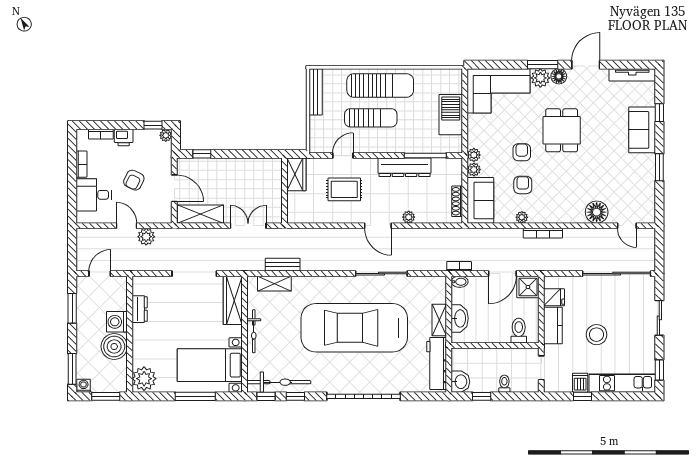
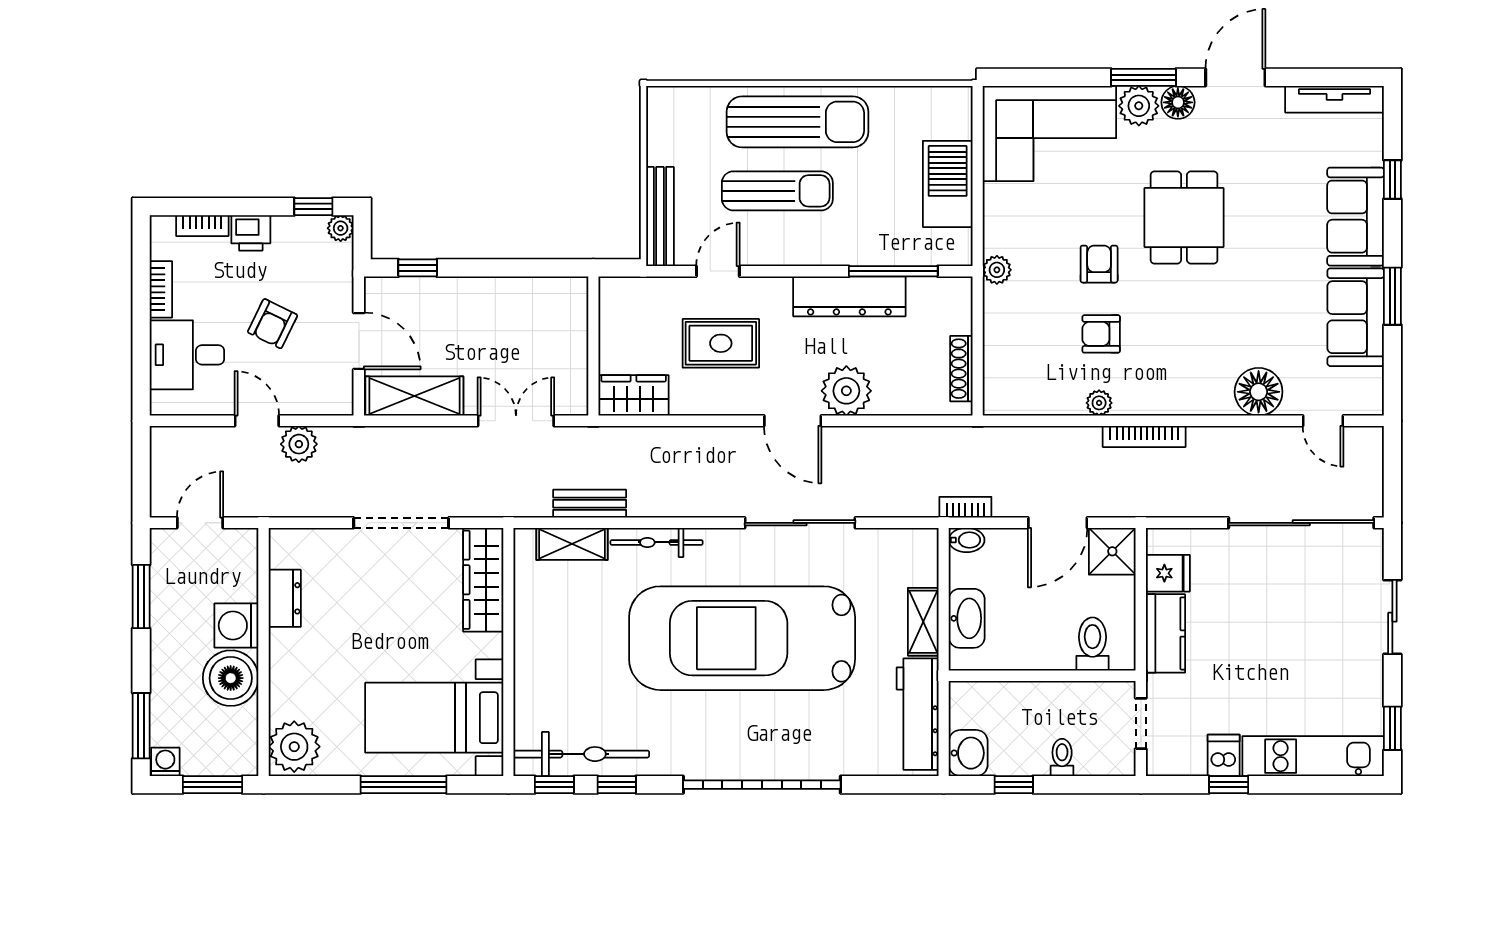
bench: (316, 92) -> (660, 216), moved
plant: (474, 170) -> (997, 301), removed
wardrobe: (296, 174) -> (634, 395), moved, turned -90
armchair: (523, 185) -> (1101, 334), turned -90
sofa: (480, 200) -> (1356, 317), moved, turned 180
plant: (409, 217) -> (846, 391), width x1.88, depth x1.88
bicycle: (254, 331) -> (657, 542), moved, turned 90
stool: (597, 335) -> (1258, 653), removed

